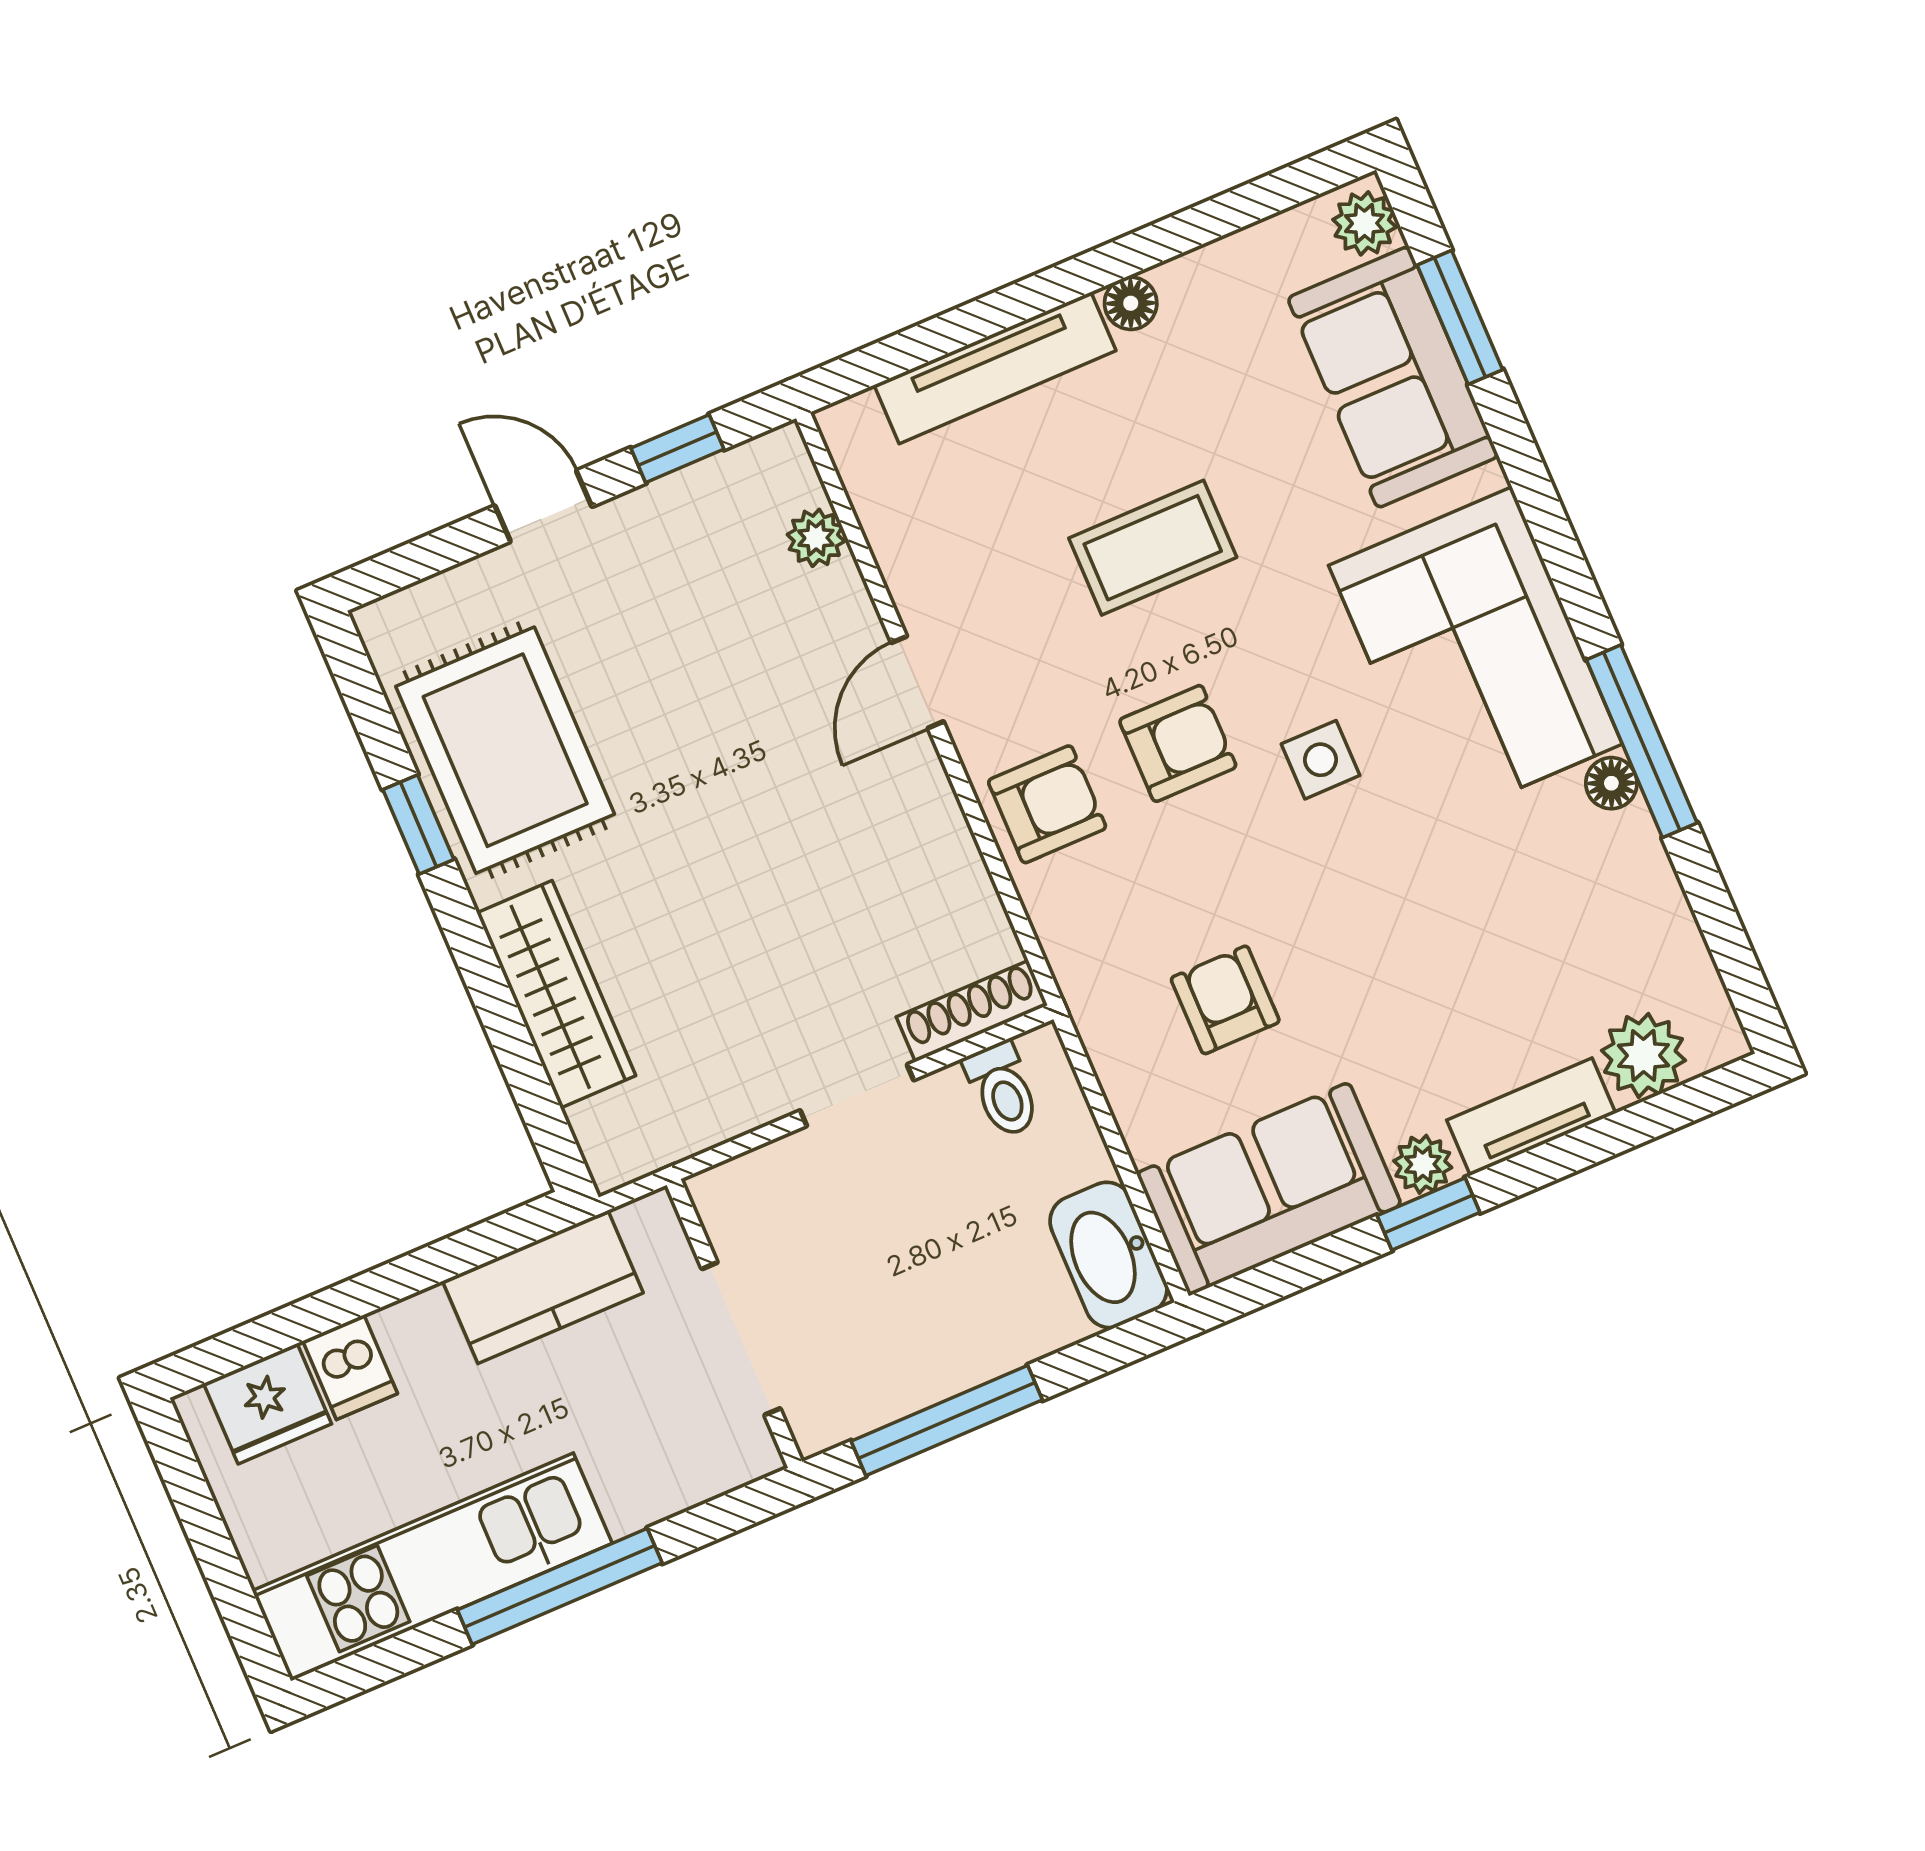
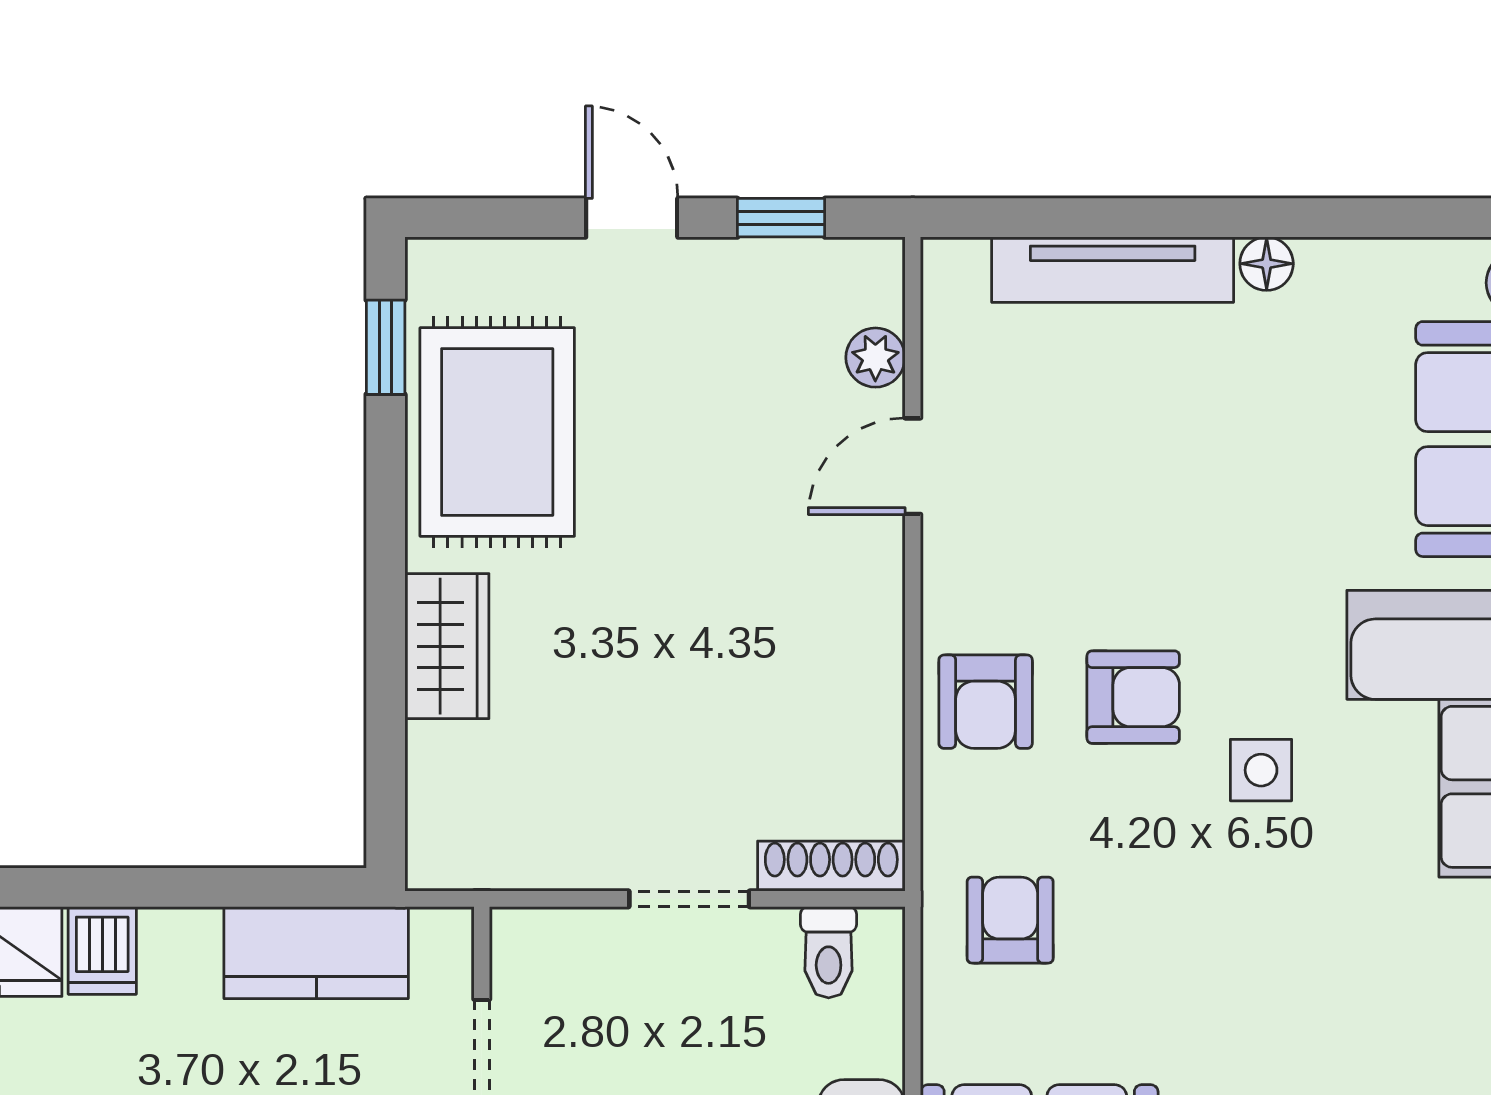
coffee table: (1153, 548) -> (1189, 503), removed
door: (917, 682) -> (913, 466), moved
armchair: (1047, 804) -> (986, 702), turned 90
window: (418, 824) -> (386, 347), moved
wardrobe: (556, 994) -> (447, 646), width x0.67
armchair: (1225, 1000) -> (1010, 920), moved

